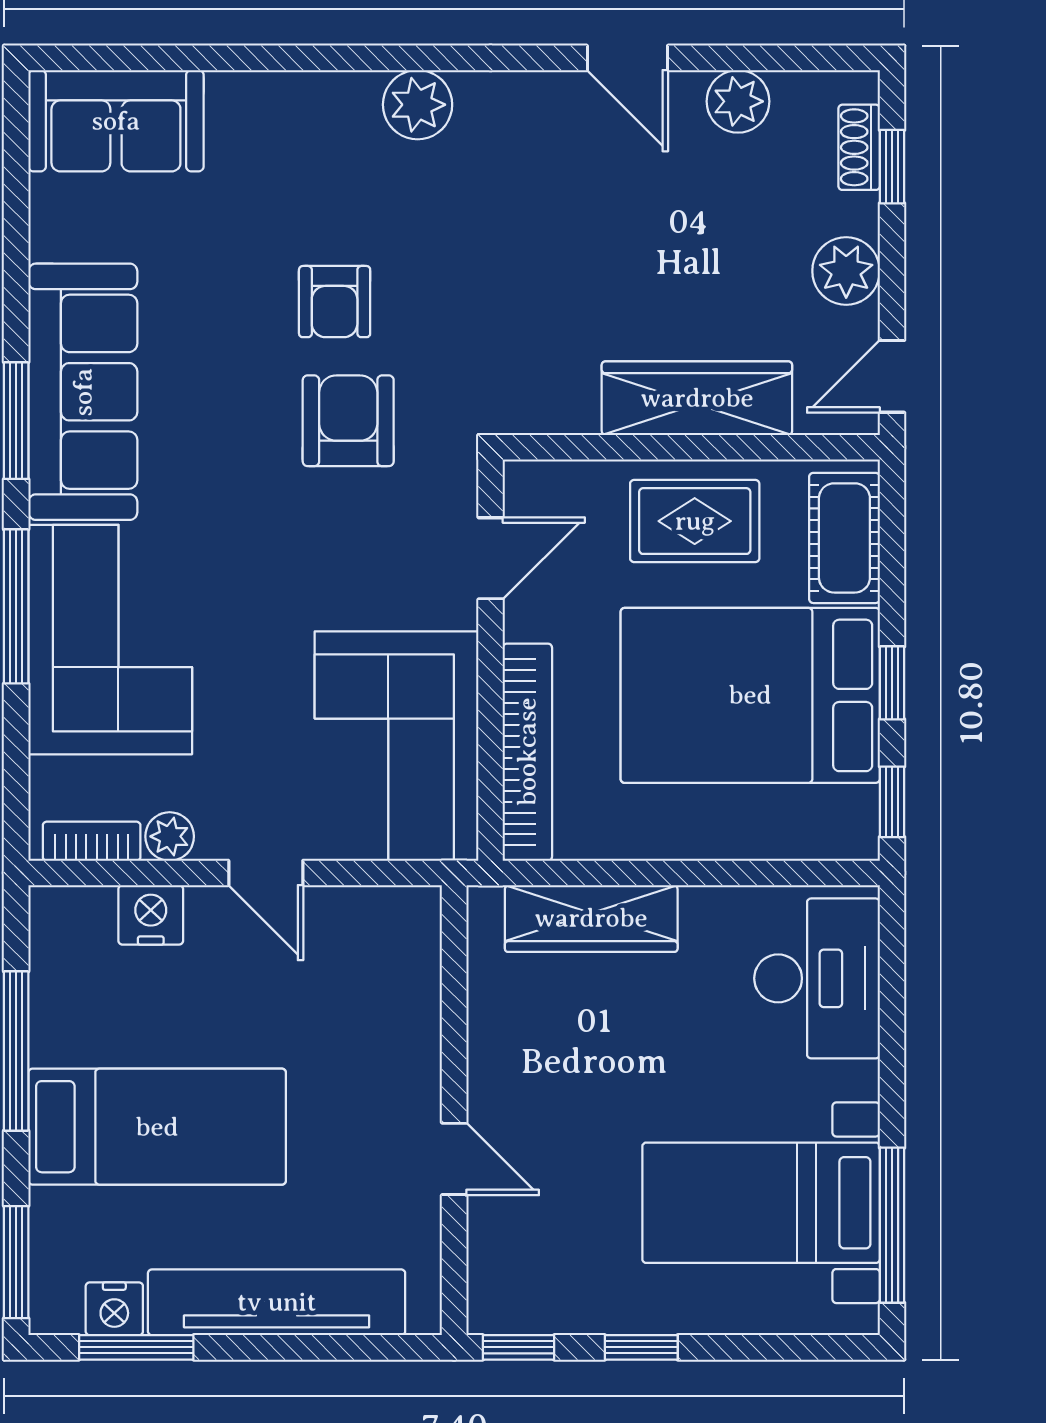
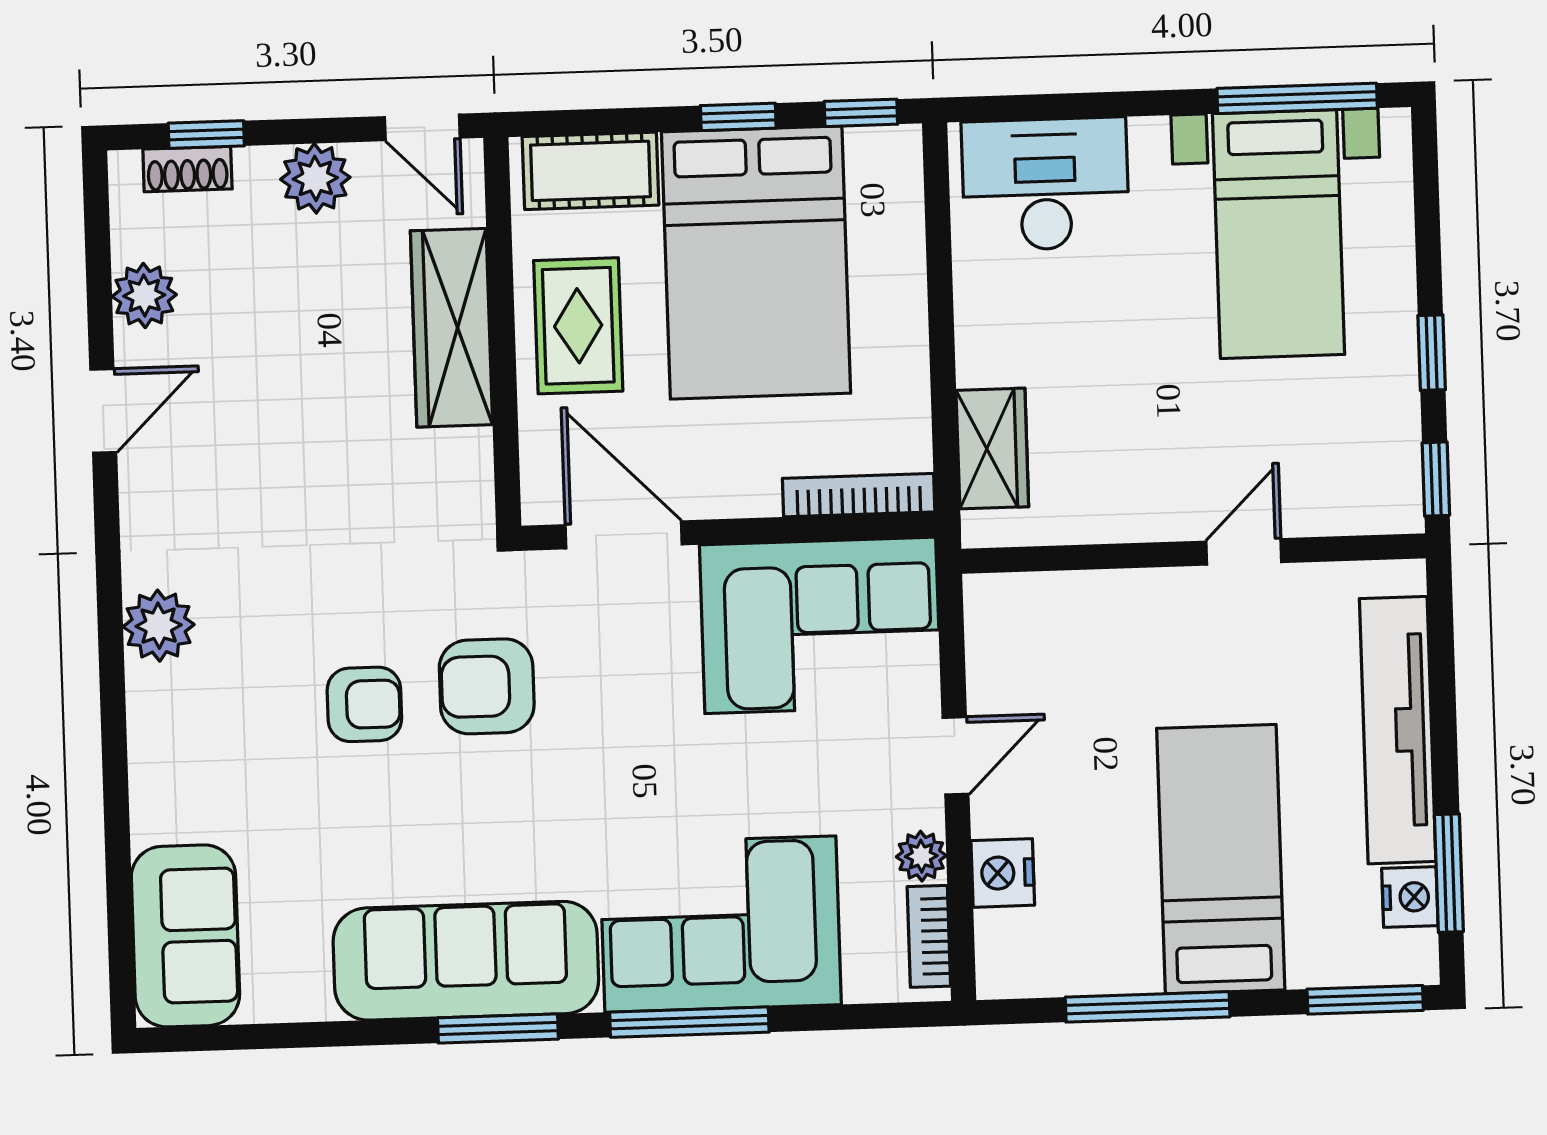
door: (491, 558) -> (624, 535), width x1.38
bookcase: (527, 752) -> (859, 495), width x0.68, depth x0.76
wardrobe: (591, 918) -> (992, 449), width x0.67

